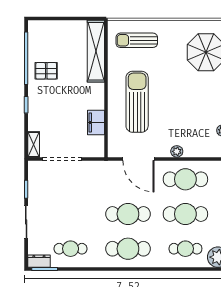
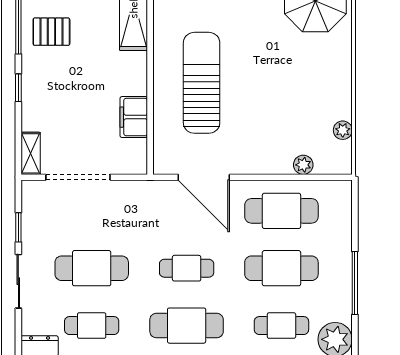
plant: (177, 151) -> (303, 165), moved
cafe table: (71, 214) -> (92, 268), added
cafe table: (128, 214) -> (187, 268), width x0.73, depth x0.74

